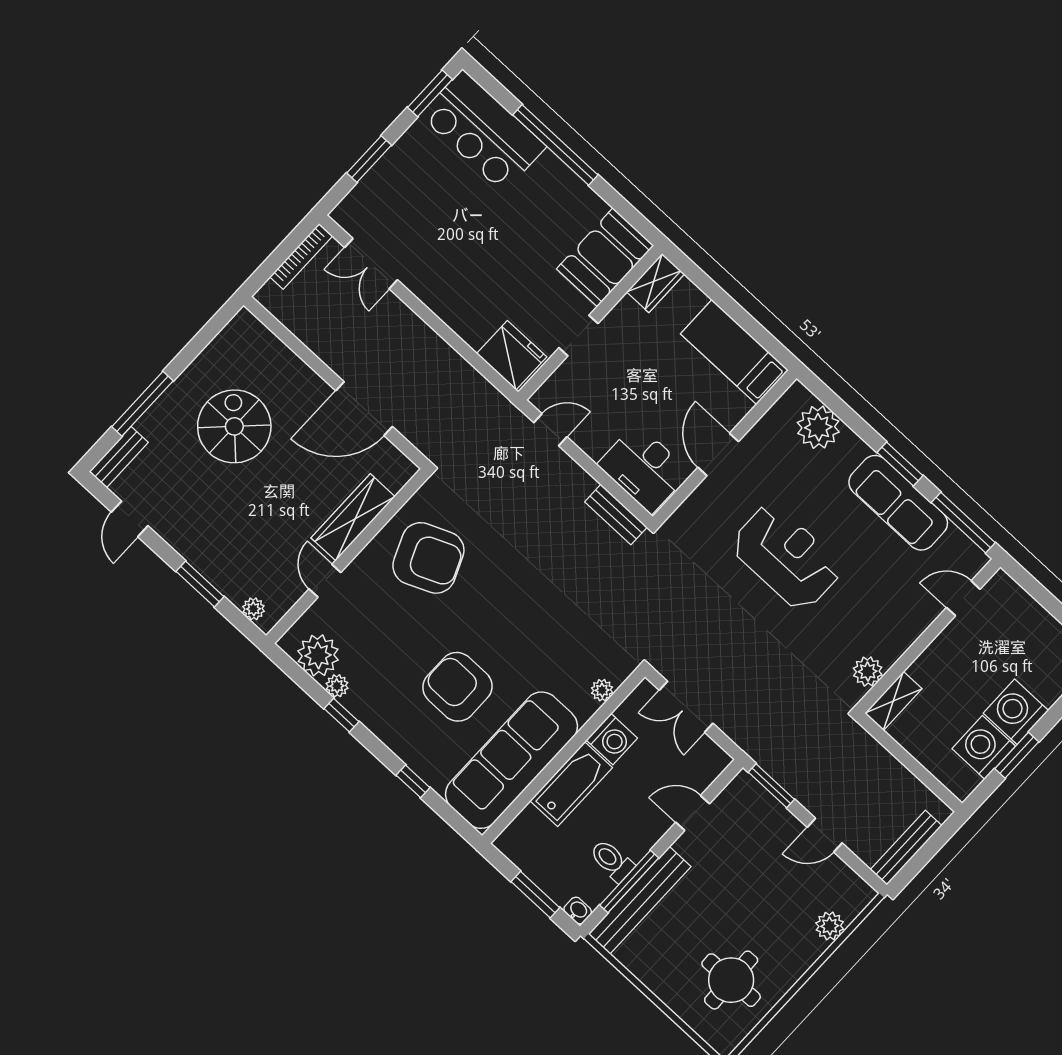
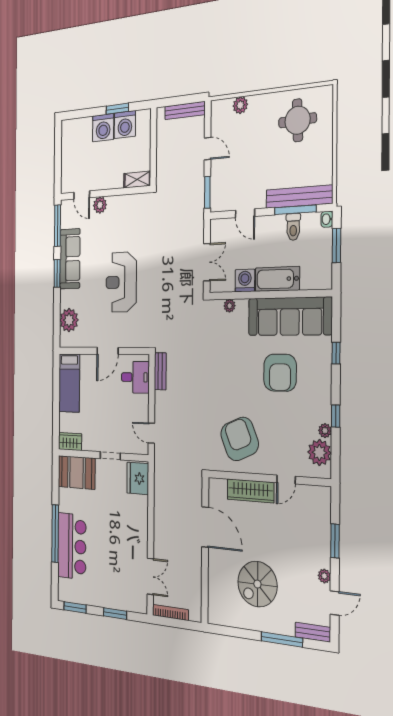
bar counter: (483, 131) -> (72, 546), moved
desk: (644, 468) -> (135, 377), width x0.73
plant: (253, 609) -> (324, 576), moved
plant: (868, 671) -> (100, 205), moved

